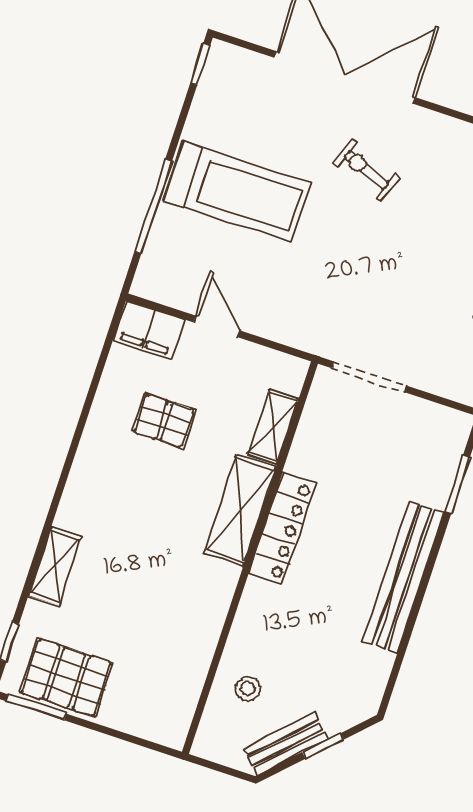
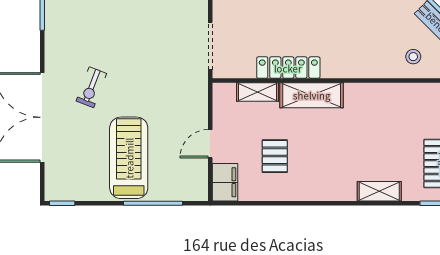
locker: (282, 528) -> (288, 68), moved

